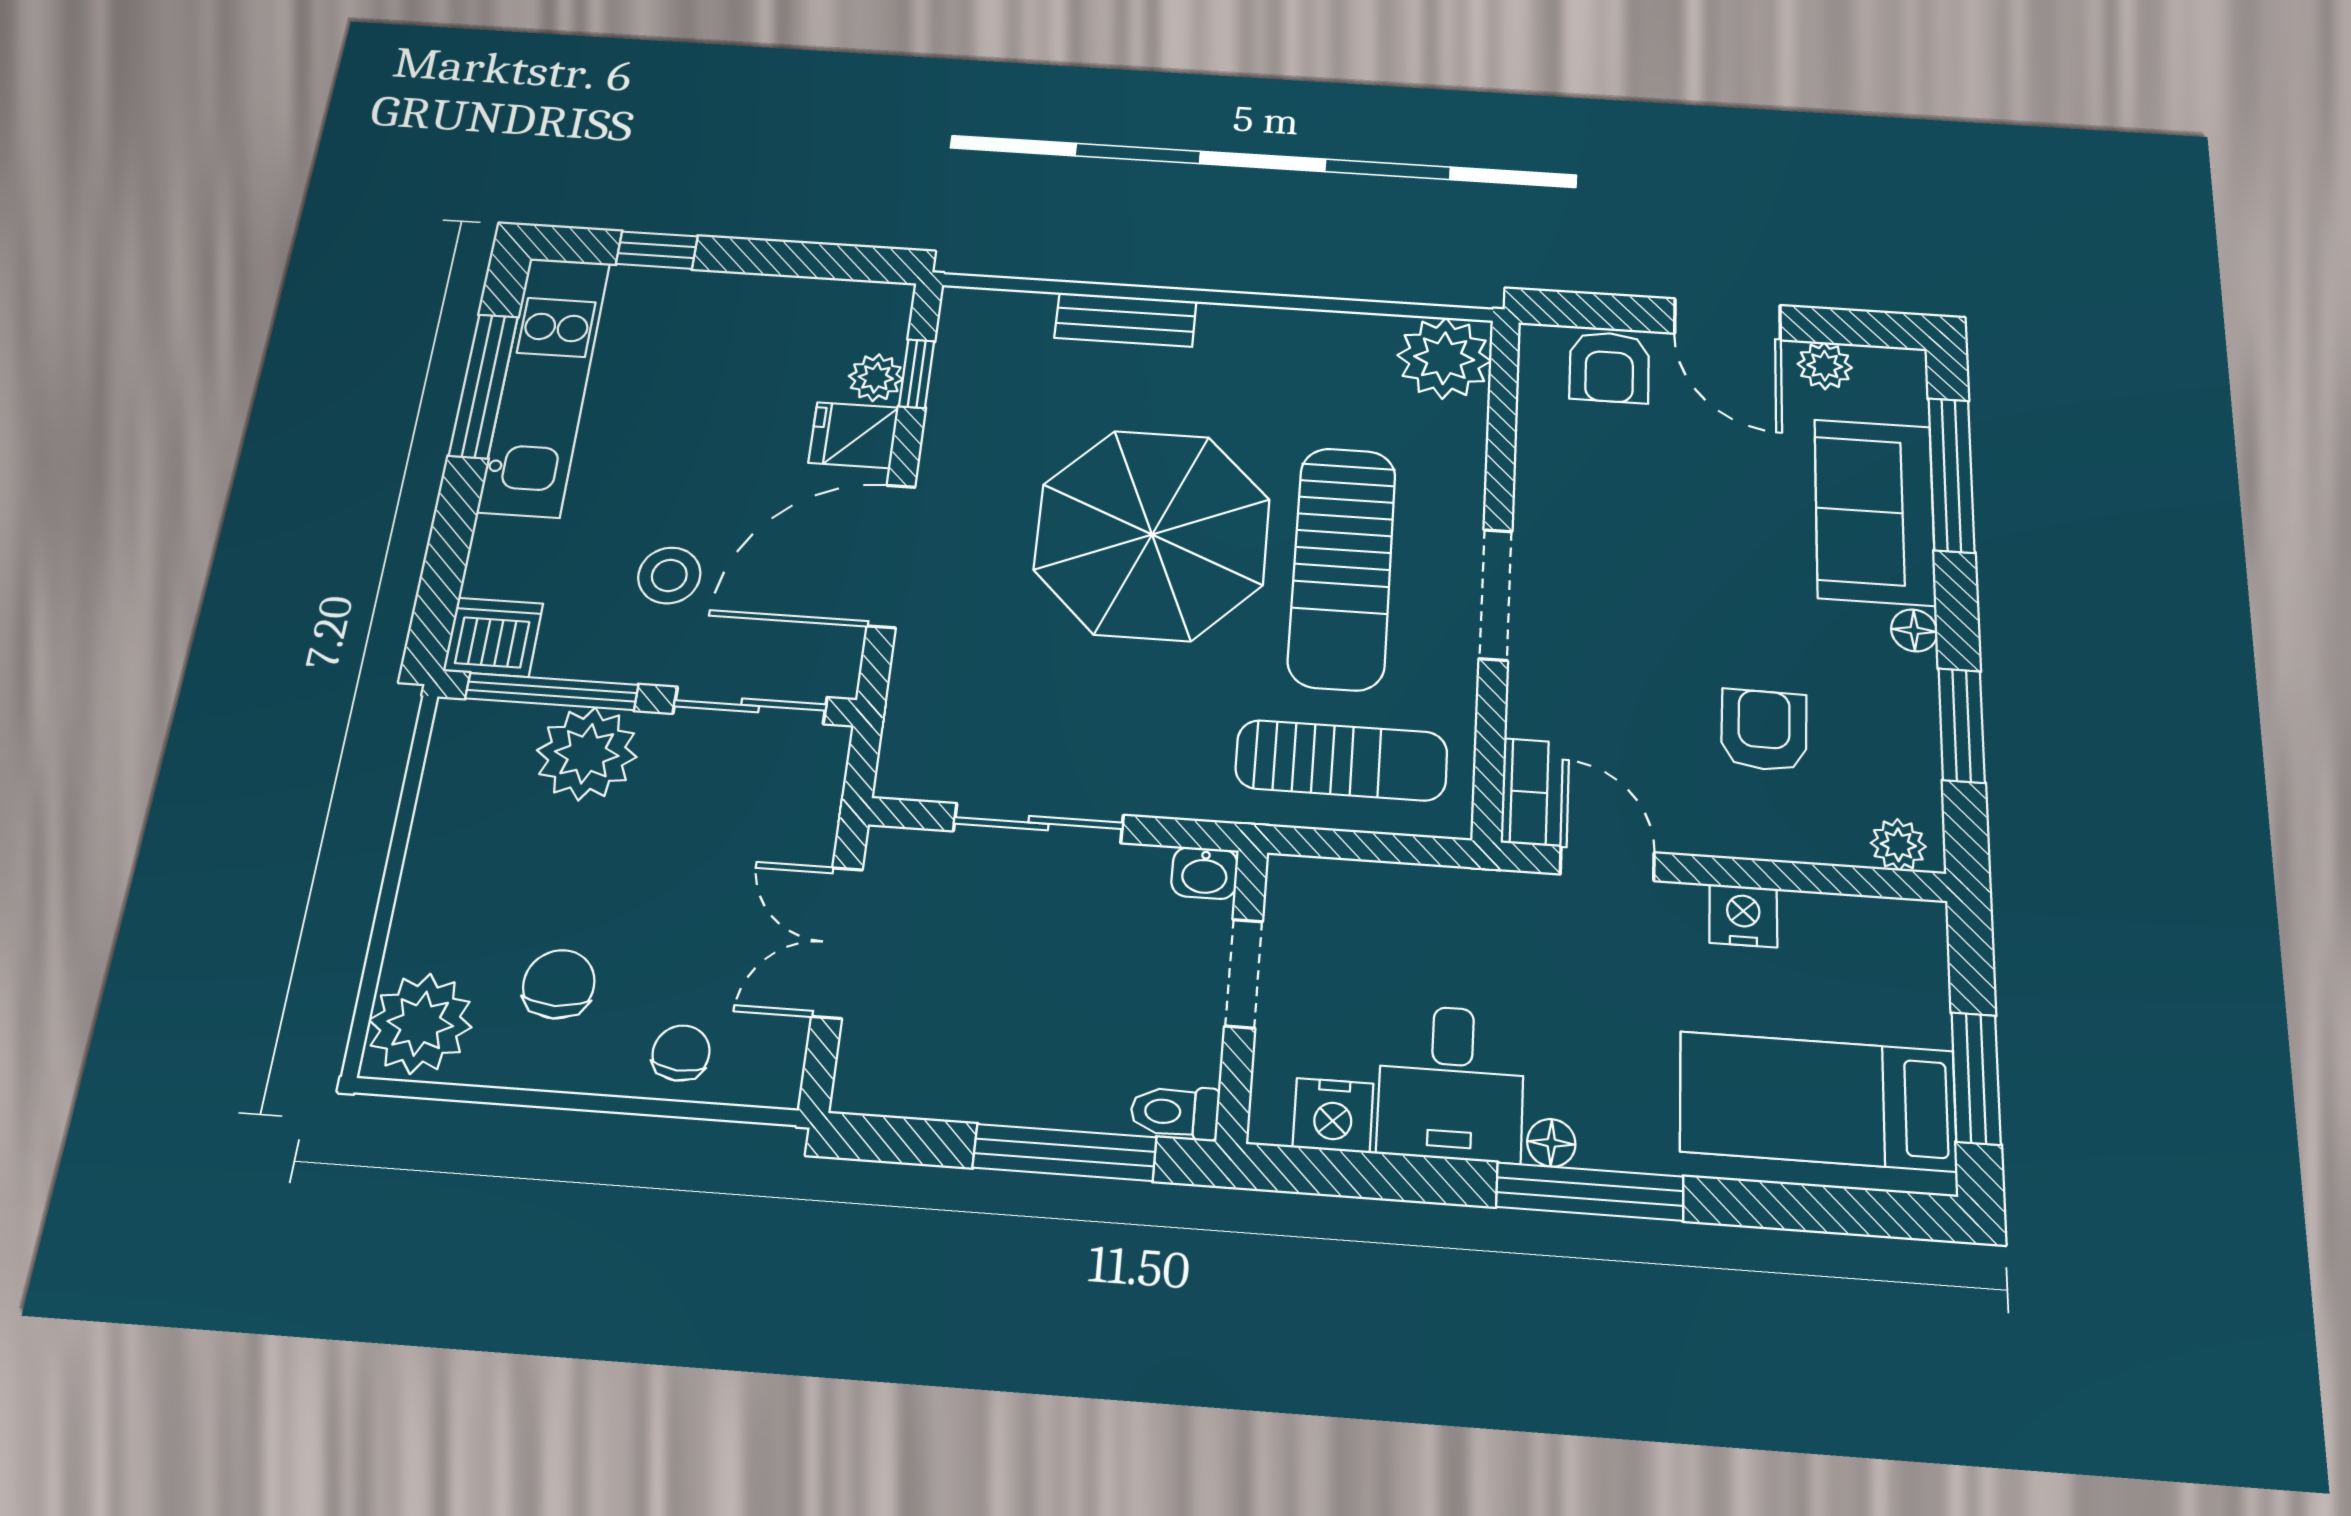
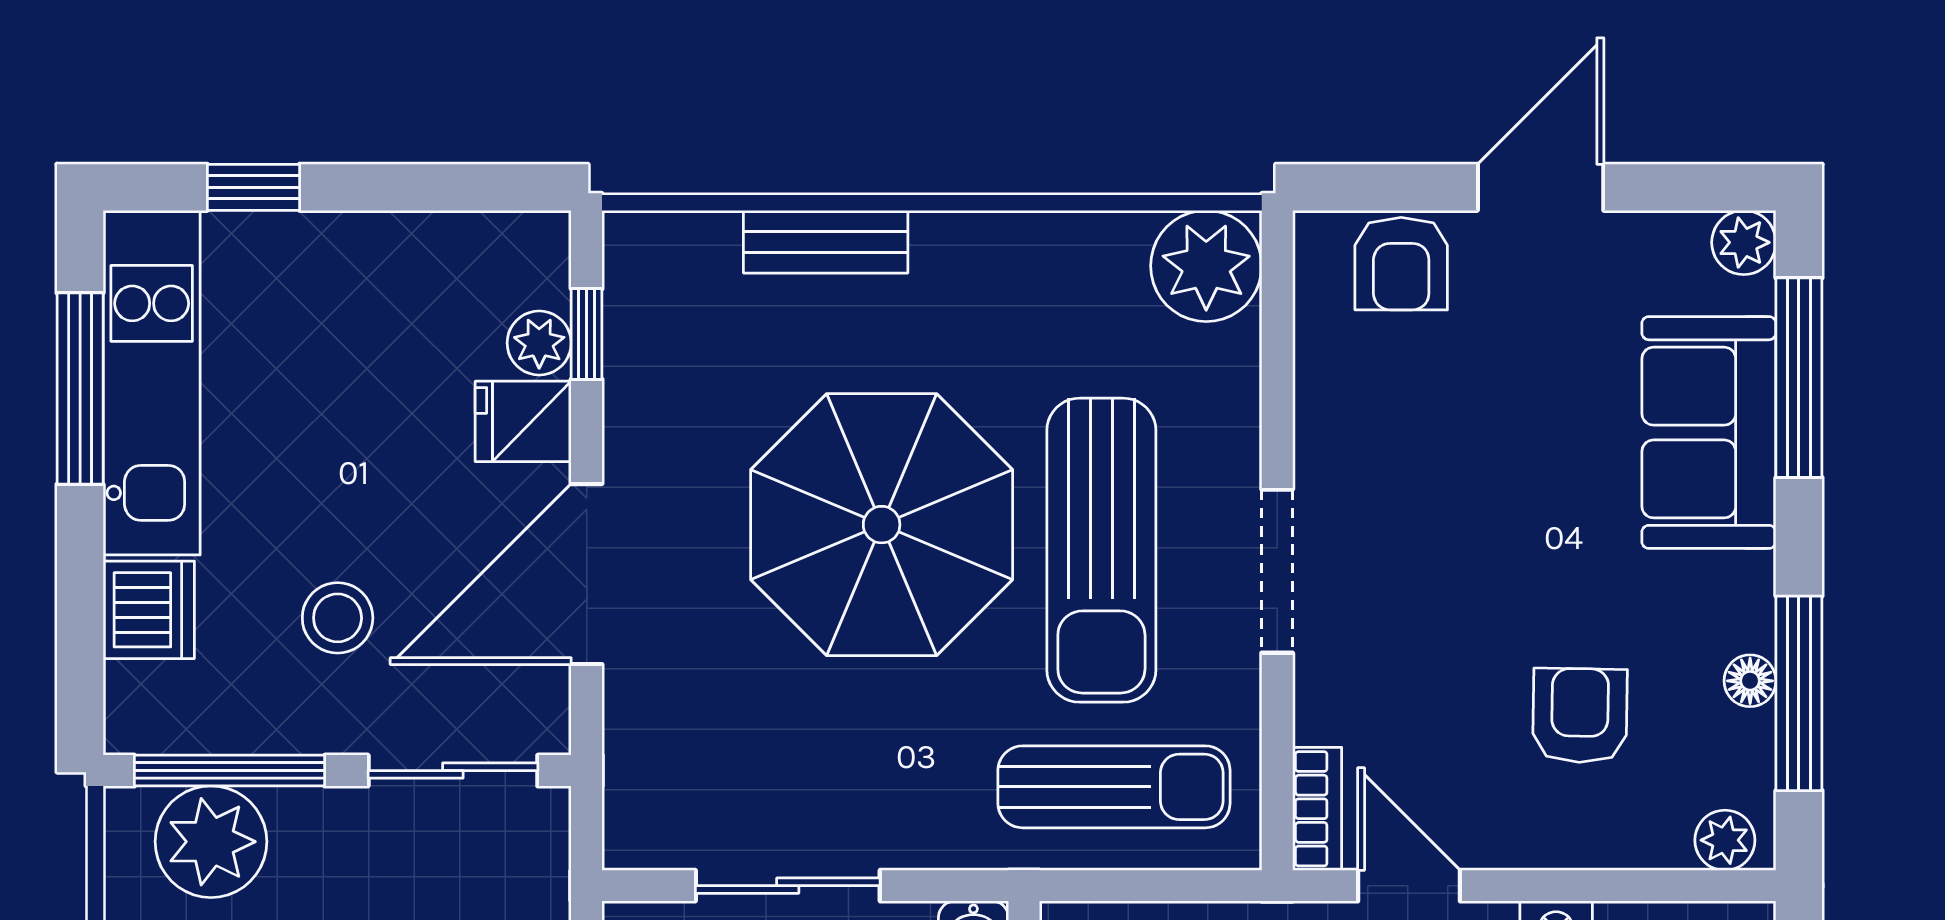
door: (1727, 319) -> (1541, 187), swing flipped
plant: (1825, 366) -> (1744, 242), moved
floor lamp: (1914, 630) -> (1750, 681), moved
dishwasher: (493, 637) -> (149, 610), moved, turned 90
window: (1962, 725) -> (1799, 693), width x1.44
plant: (587, 754) -> (211, 842), moved

